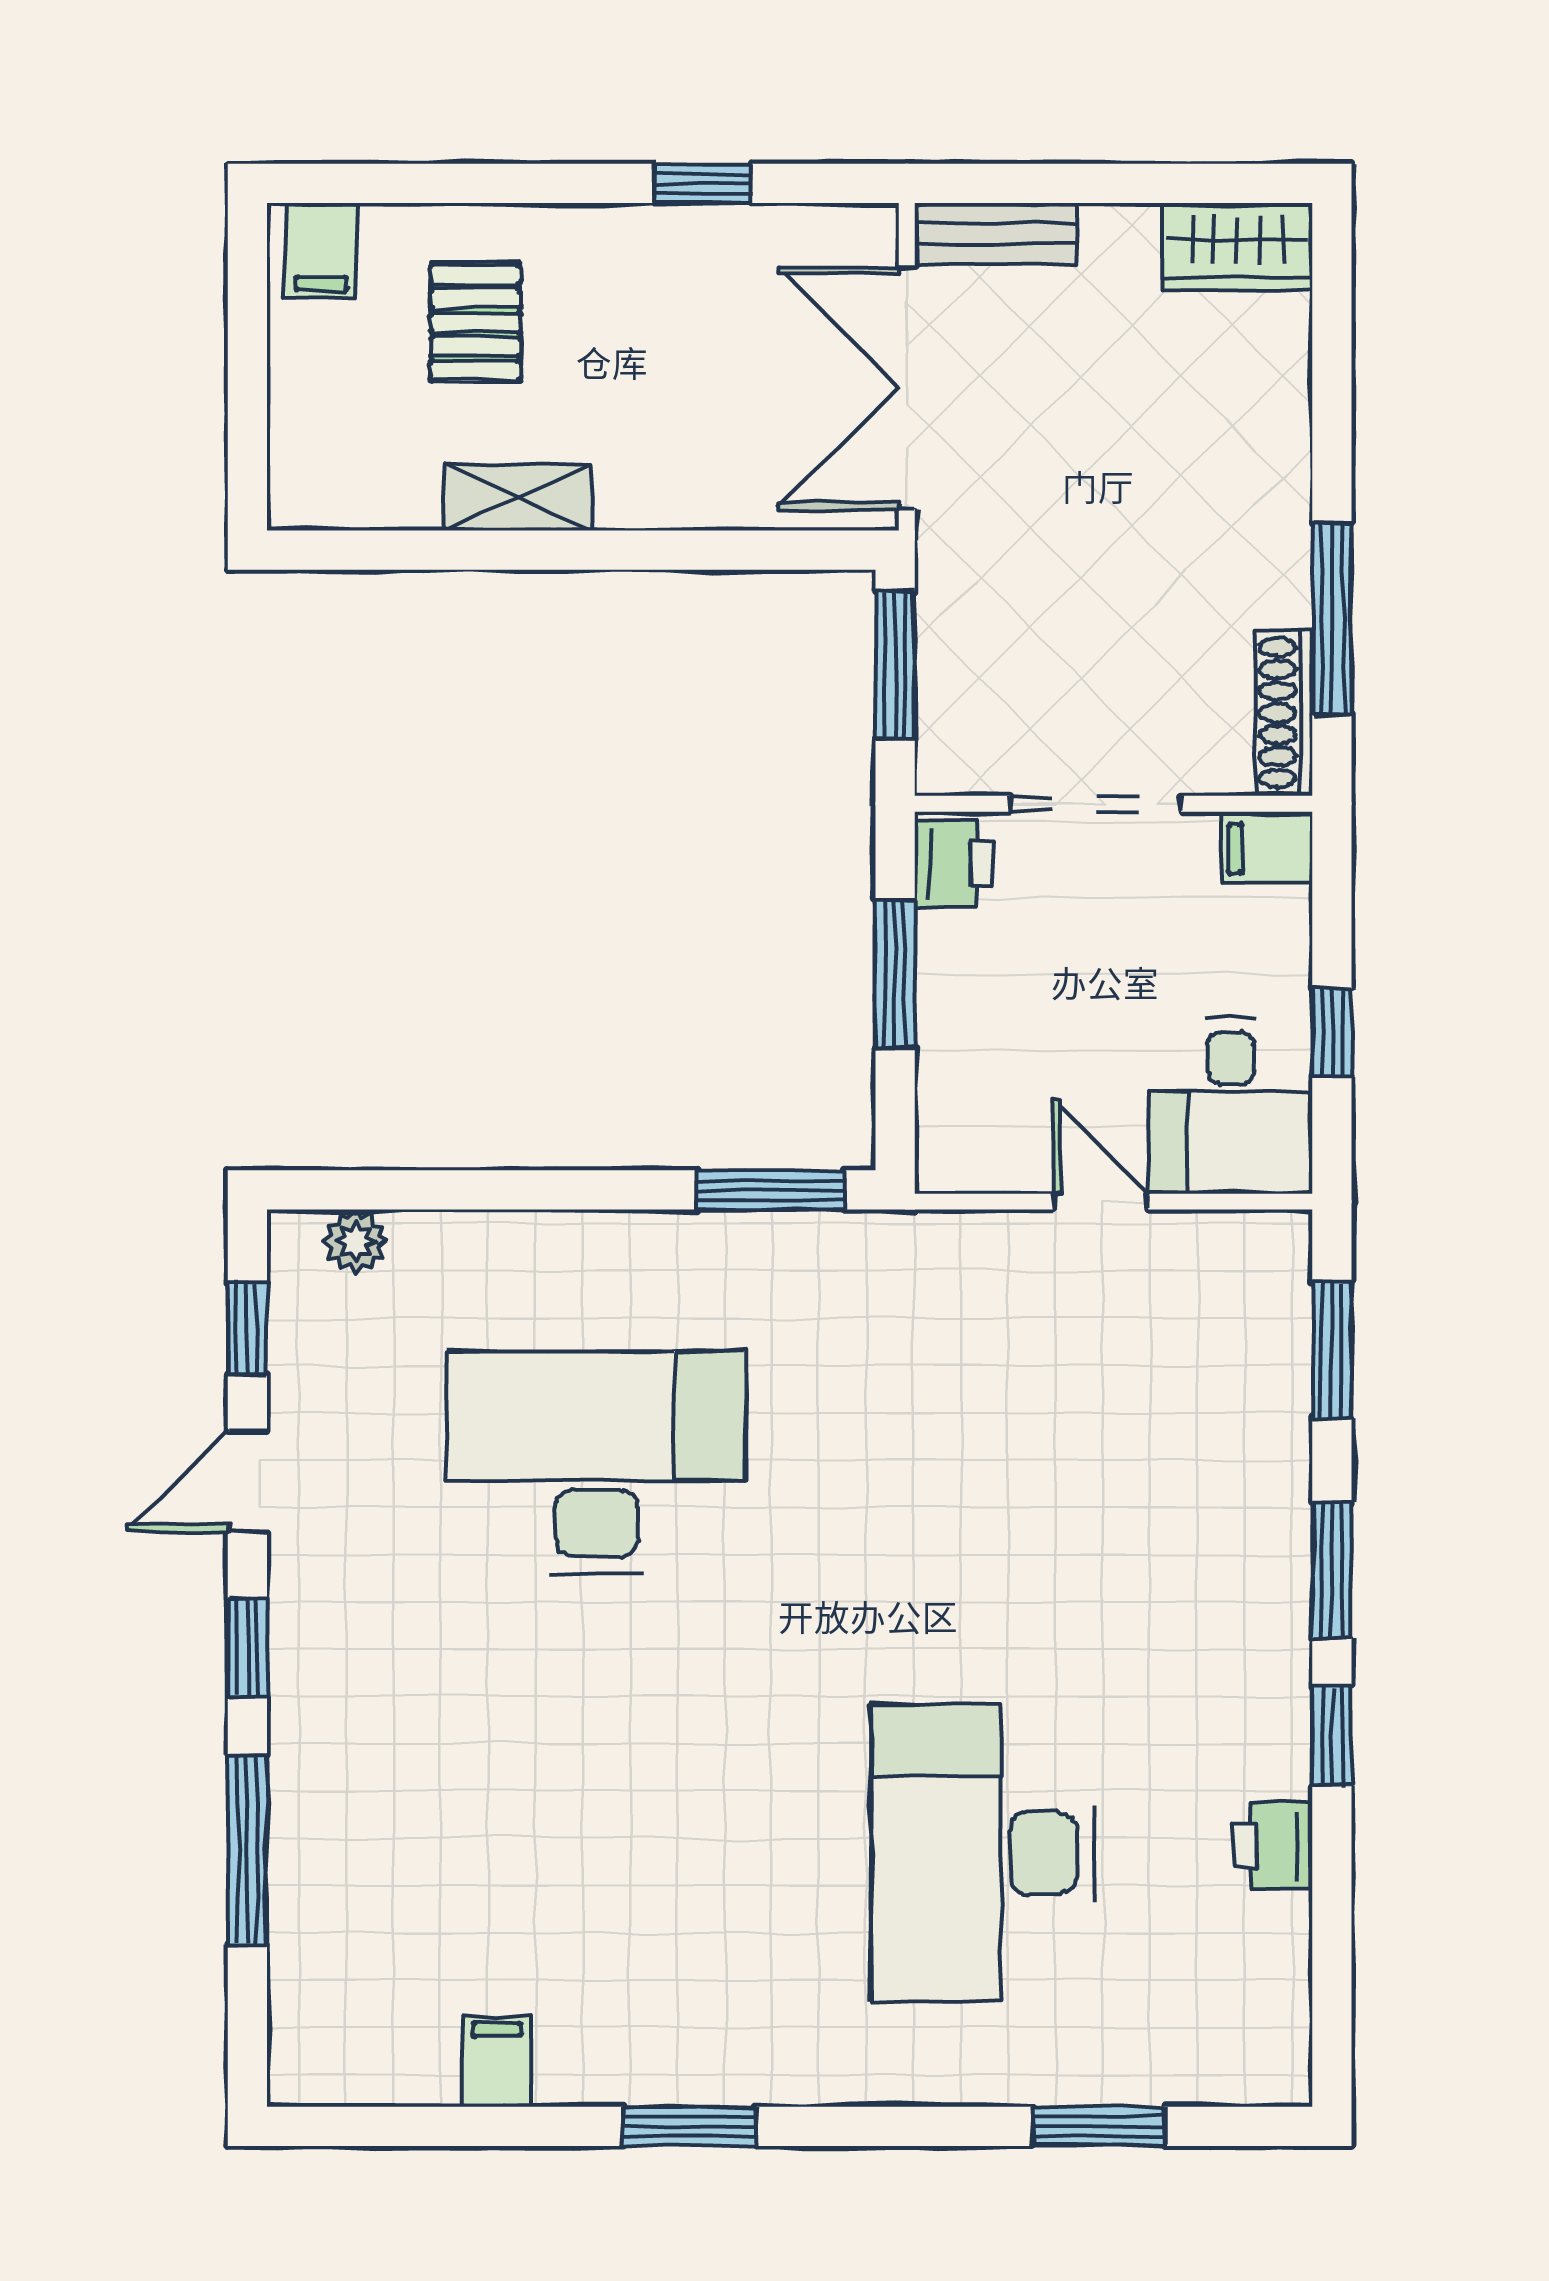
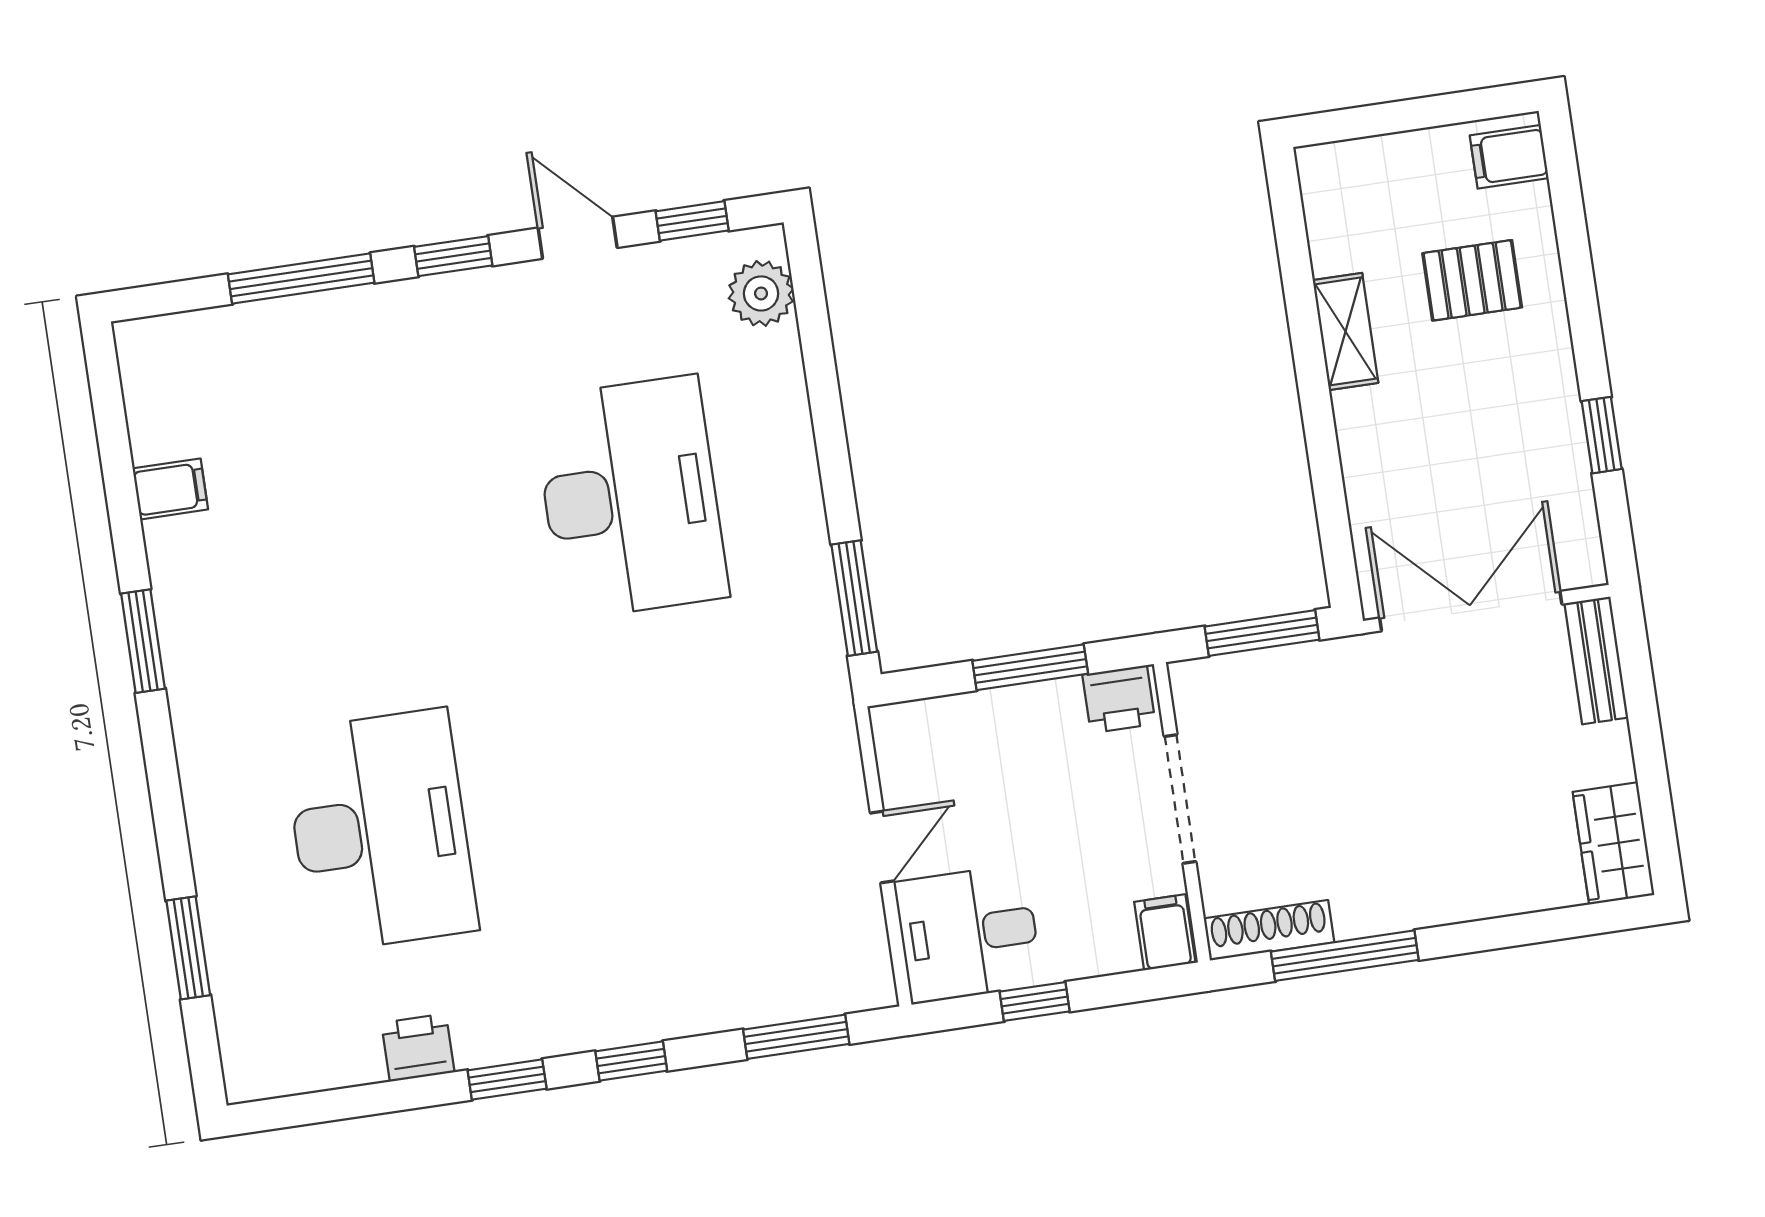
plant: (355, 1241) -> (761, 293), width x1.38, depth x1.38
window: (1332, 1570) -> (631, 1061), width x0.67
desk: (983, 1853) -> (380, 831), turned 90

